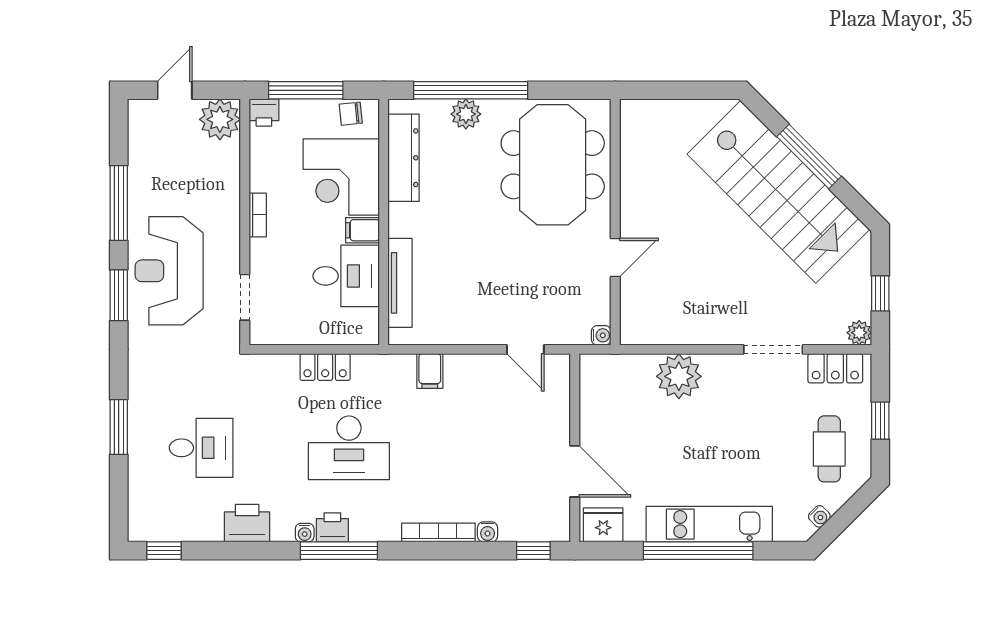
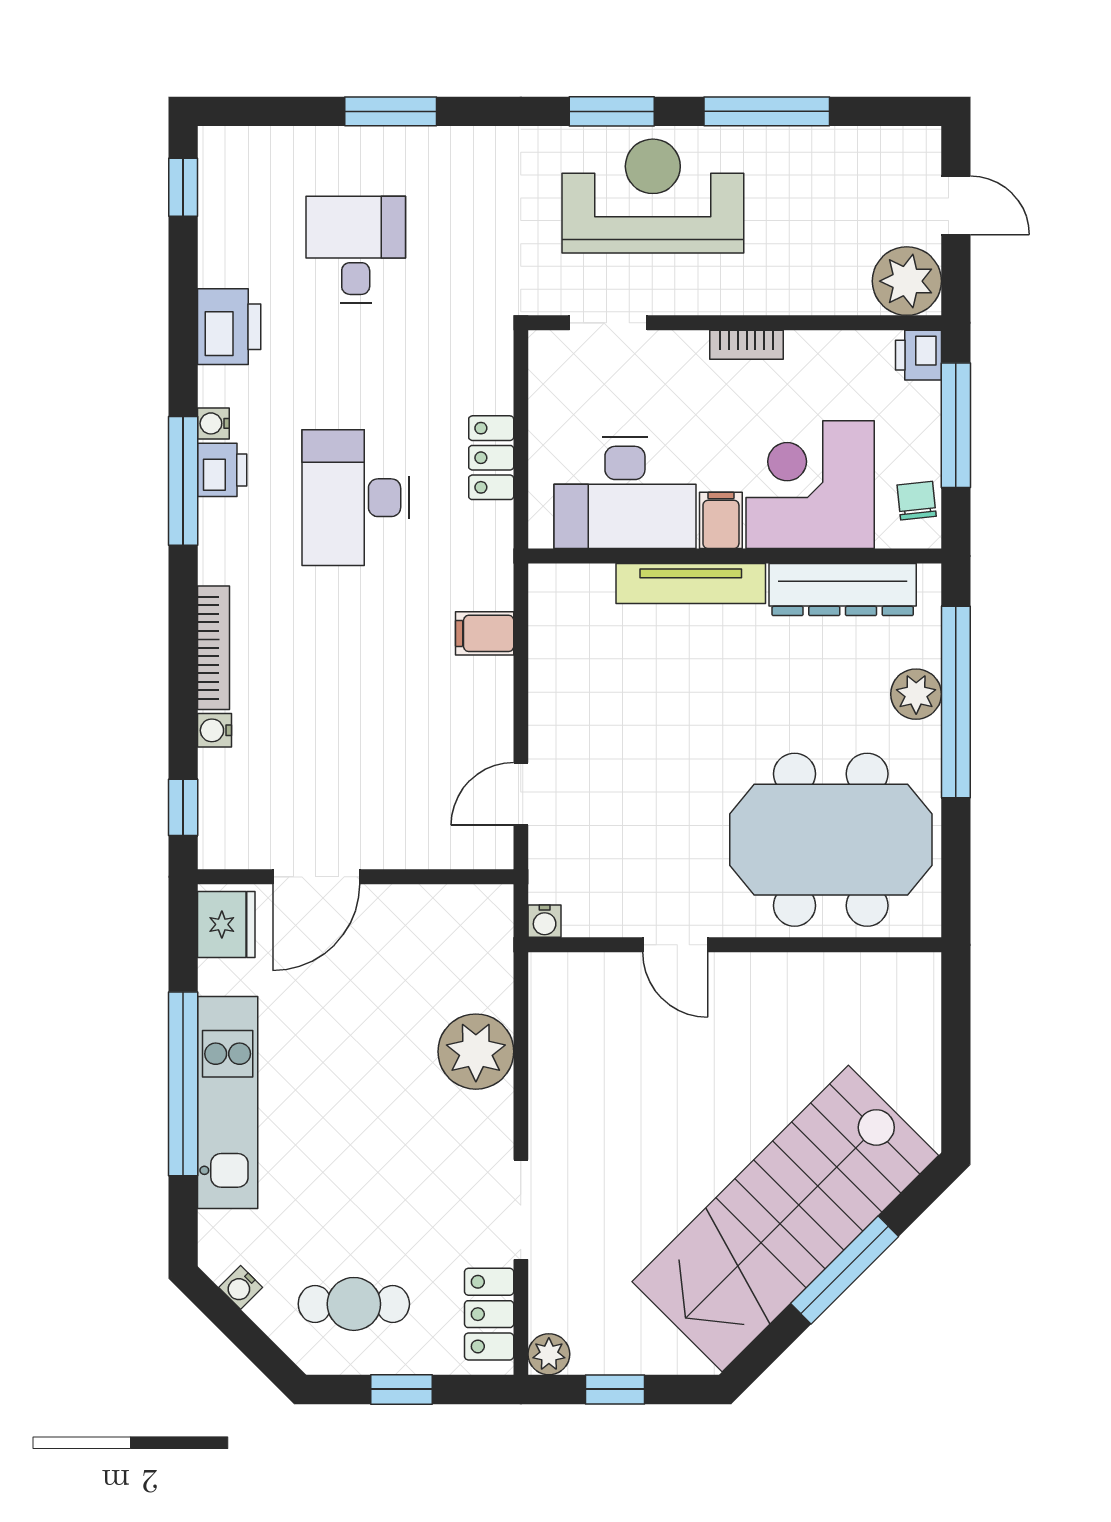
desk: (346, 276) -> (625, 493), width x1.37
tv unit: (400, 283) -> (691, 584), moved
desk: (201, 448) -> (356, 250), turned 180

